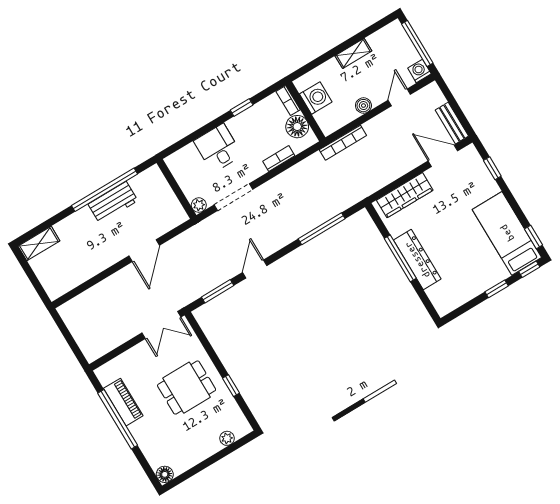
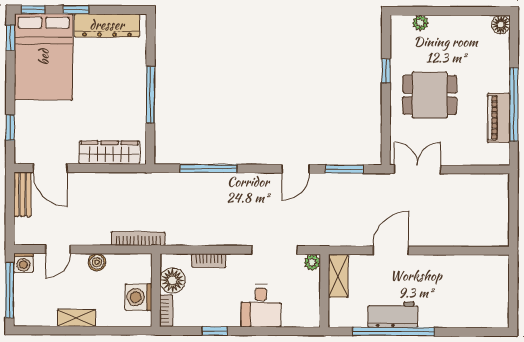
bed: (507, 233) -> (44, 57), width x1.50
shelving: (39, 244) -> (338, 276), moved, turned 90
dresser: (417, 260) -> (107, 25), moved, turned -90

